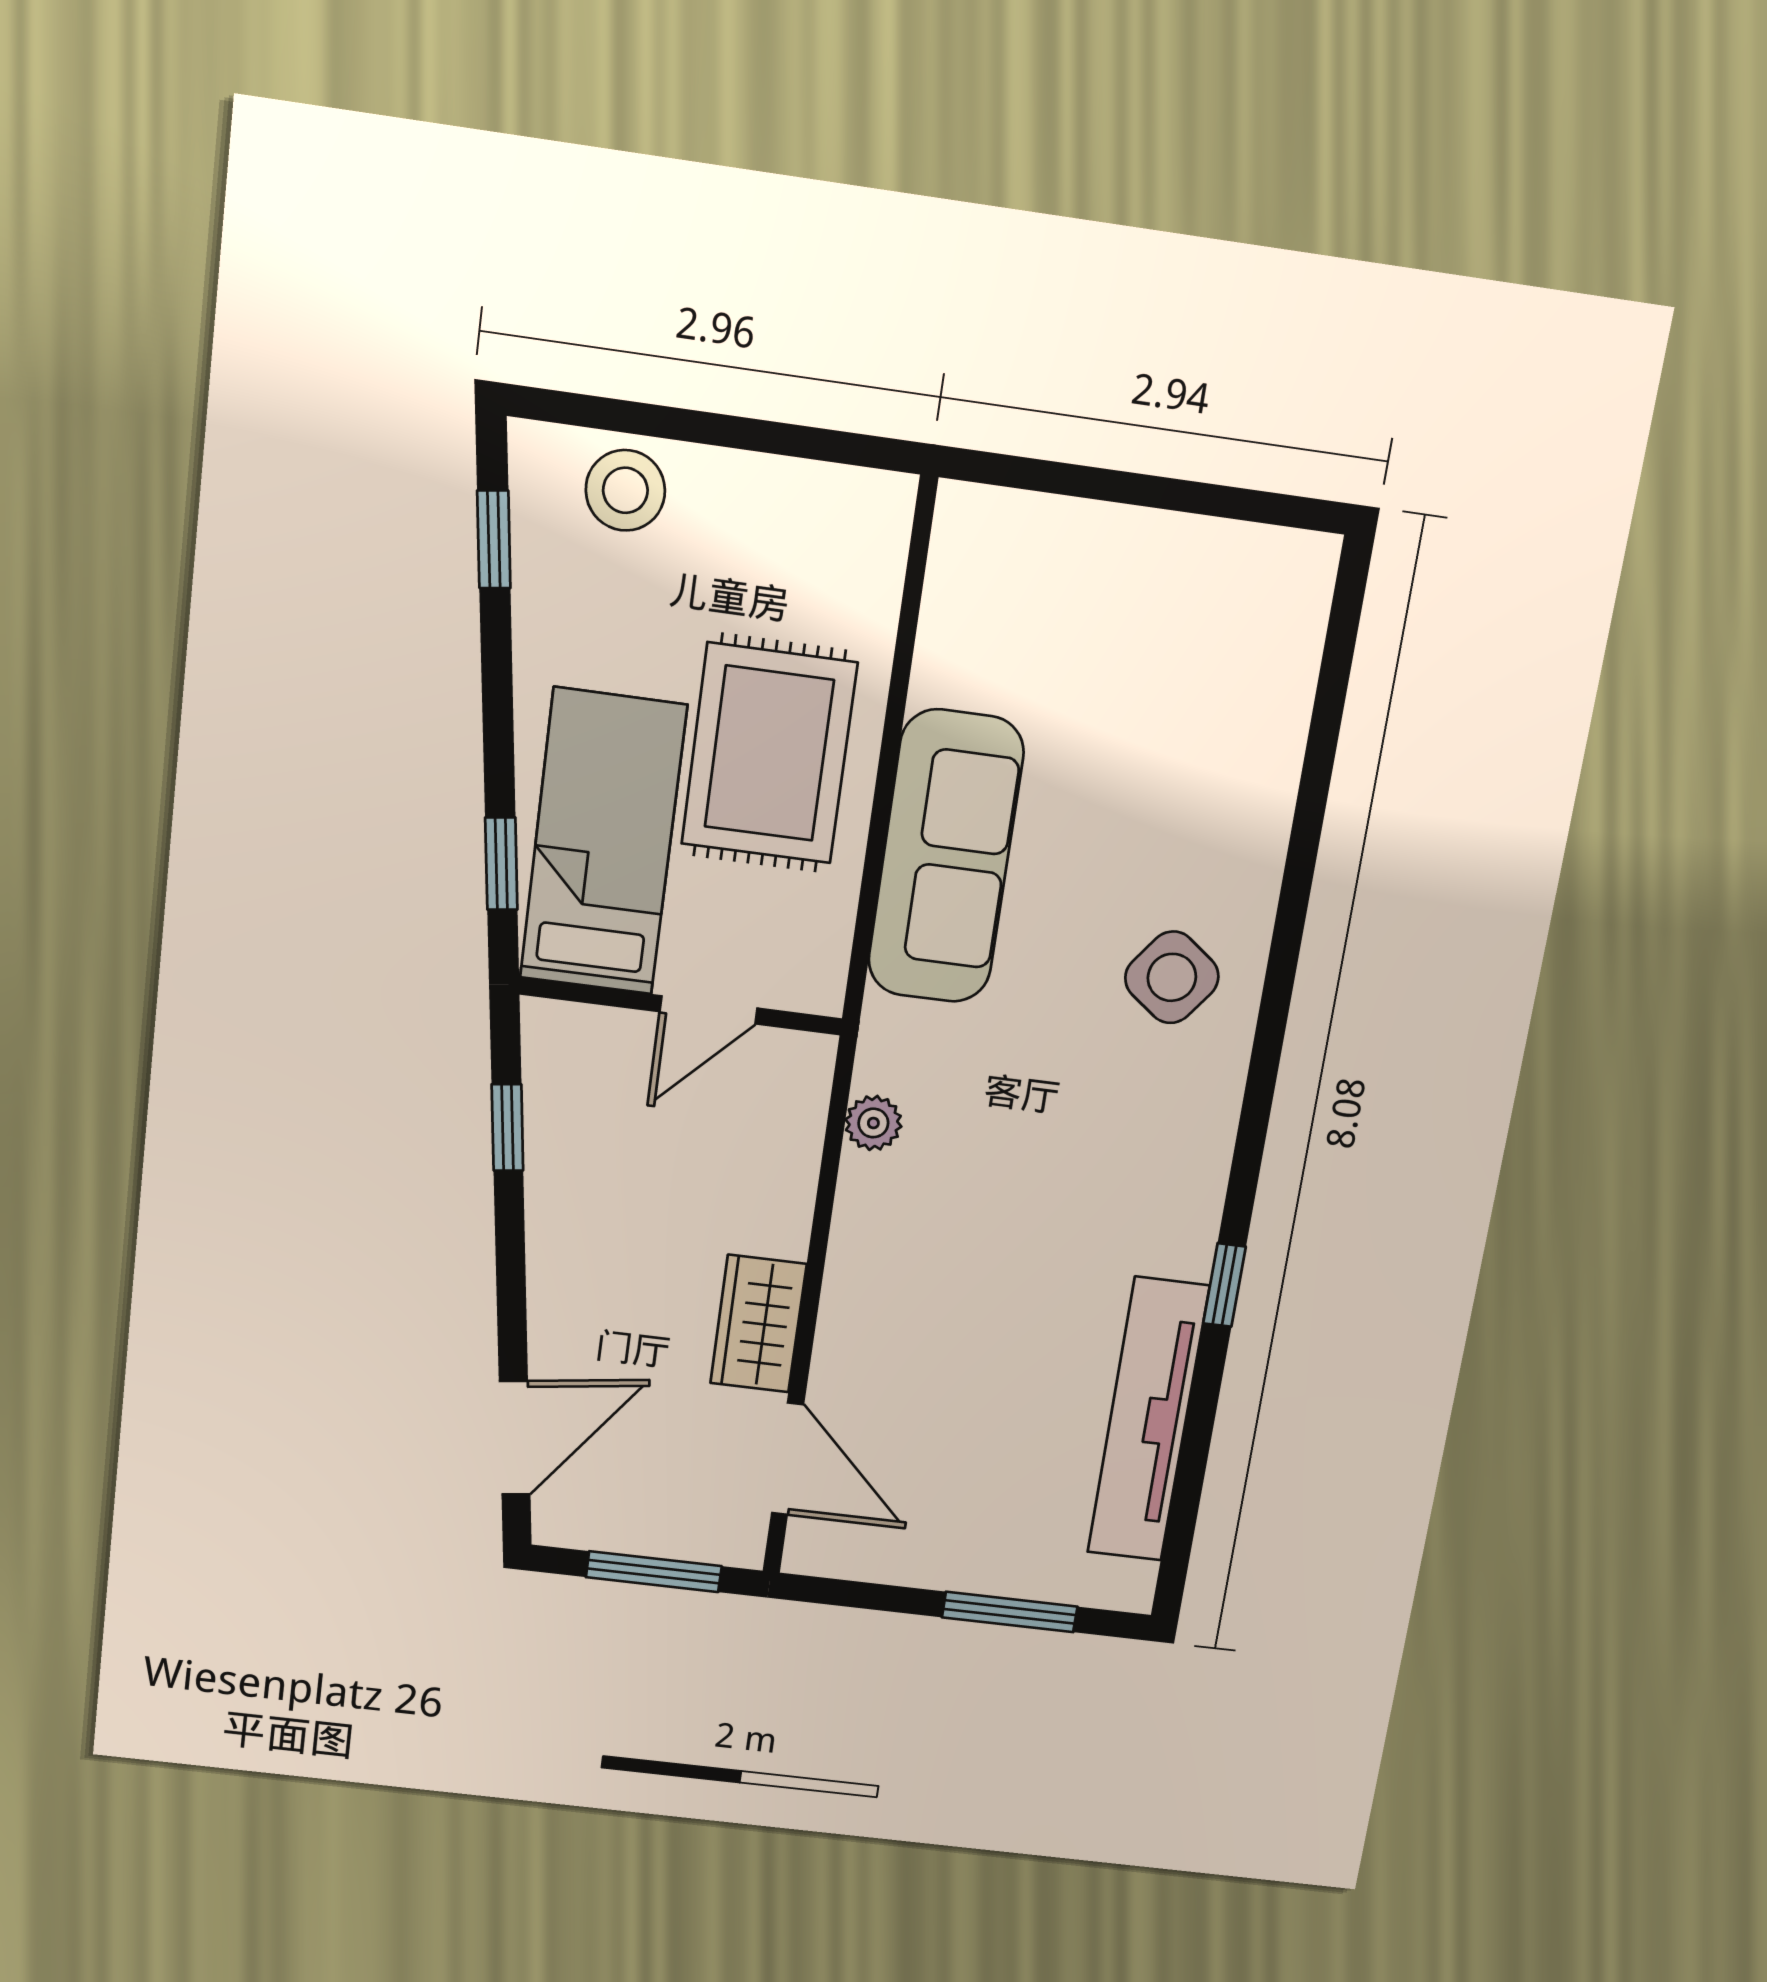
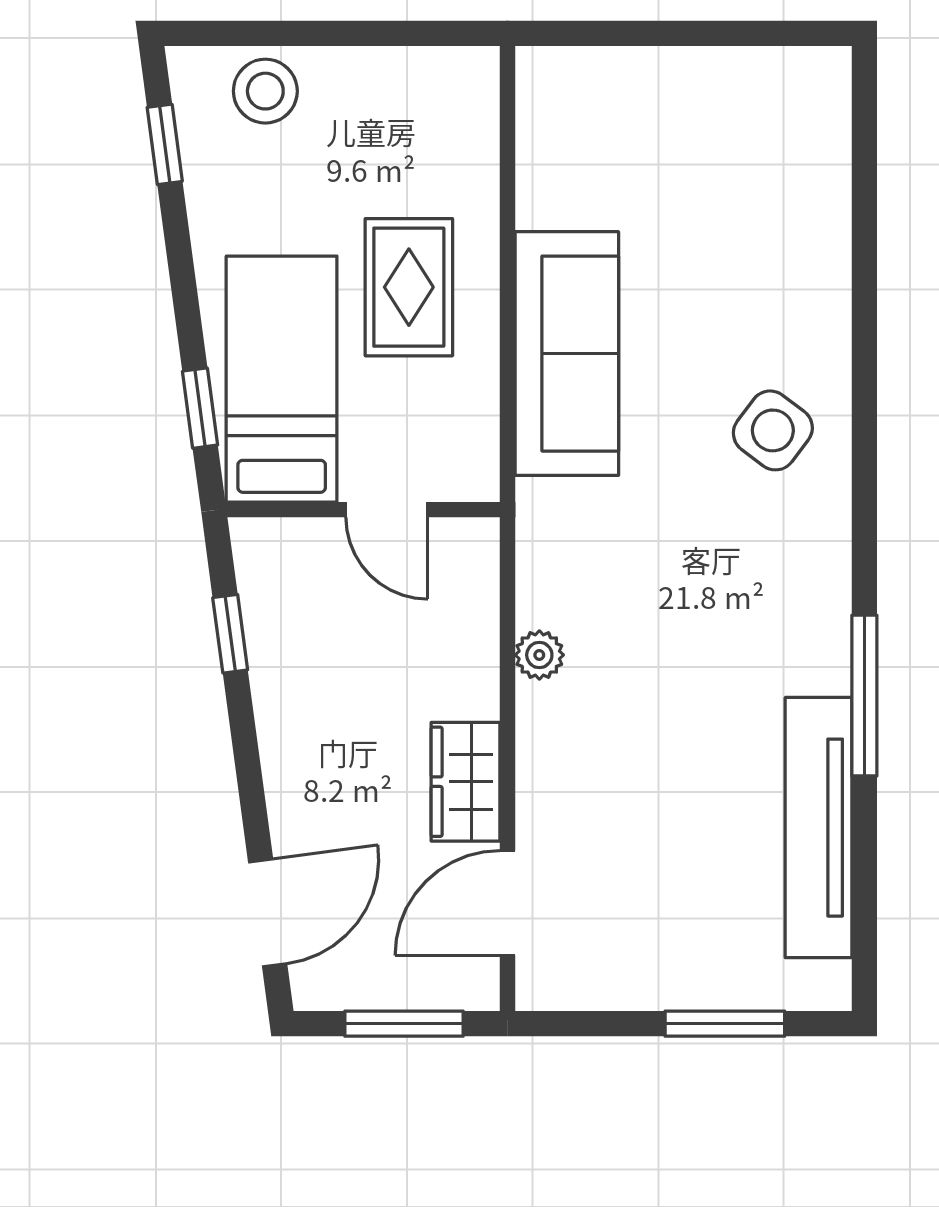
rug: (769, 754) -> (409, 287), width x0.73, depth x0.70
door: (709, 1010) -> (387, 510), hinge flipped
plant: (873, 1123) -> (539, 655), moved
window: (1224, 1285) -> (864, 696), width x2.17
door: (787, 1459) -> (507, 903), swing flipped

